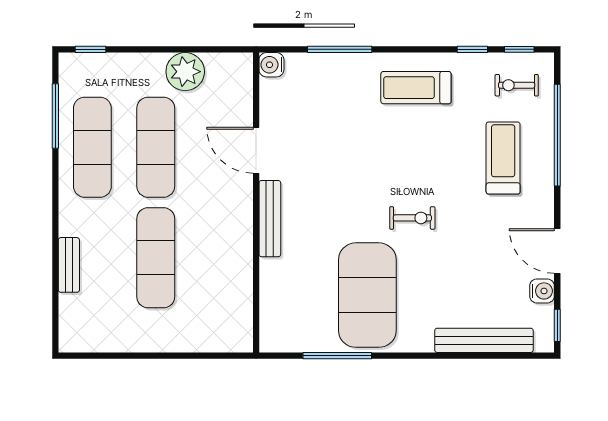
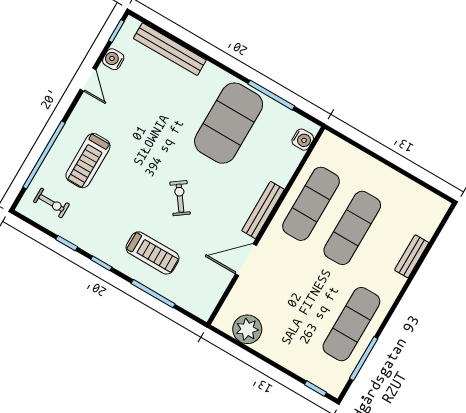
window: (519, 49) -> (101, 263), moved
water cooler: (271, 65) -> (303, 140), moved
plant: (185, 72) -> (247, 329), moved
treadmill: (416, 88) -> (153, 253), moved
exercise mat: (156, 147) -> (311, 204), moved
door: (256, 150) -> (246, 260), swing flipped
exercise bike: (412, 218) -> (180, 198), moved, turned 54
door: (557, 251) -> (88, 79), width x0.73

